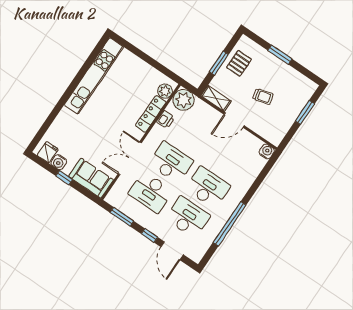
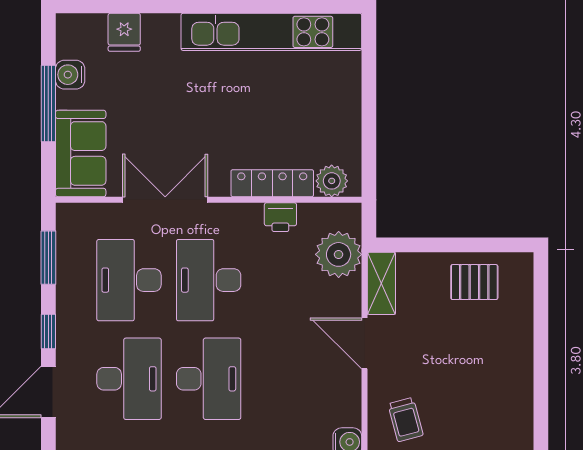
window: (280, 55) -> (541, 346), removed
window: (219, 63) -> (450, 245), removed
trolley: (263, 96) -> (405, 420), moved
plant: (183, 100) -> (339, 254), moved
fridge: (48, 152) -> (124, 32), moved, turned 90
desk: (171, 162) -> (209, 280), turned 180
window: (64, 178) -> (48, 103), width x2.17

